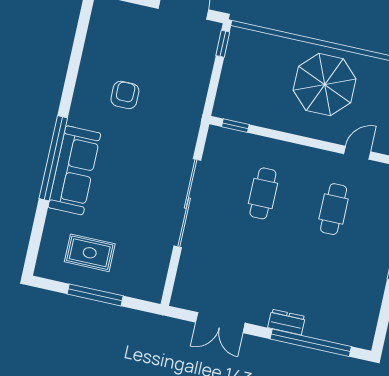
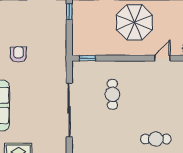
cafe table: (334, 209) -> (156, 139), moved, turned 90

